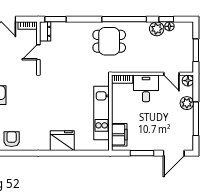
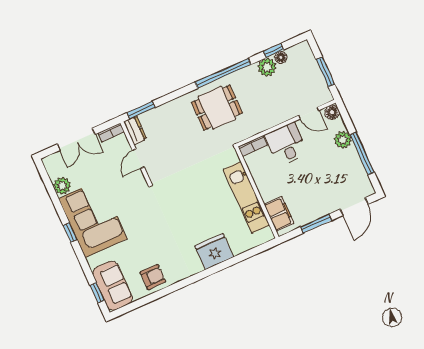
armchair: (12, 139) -> (153, 277), turned 90

